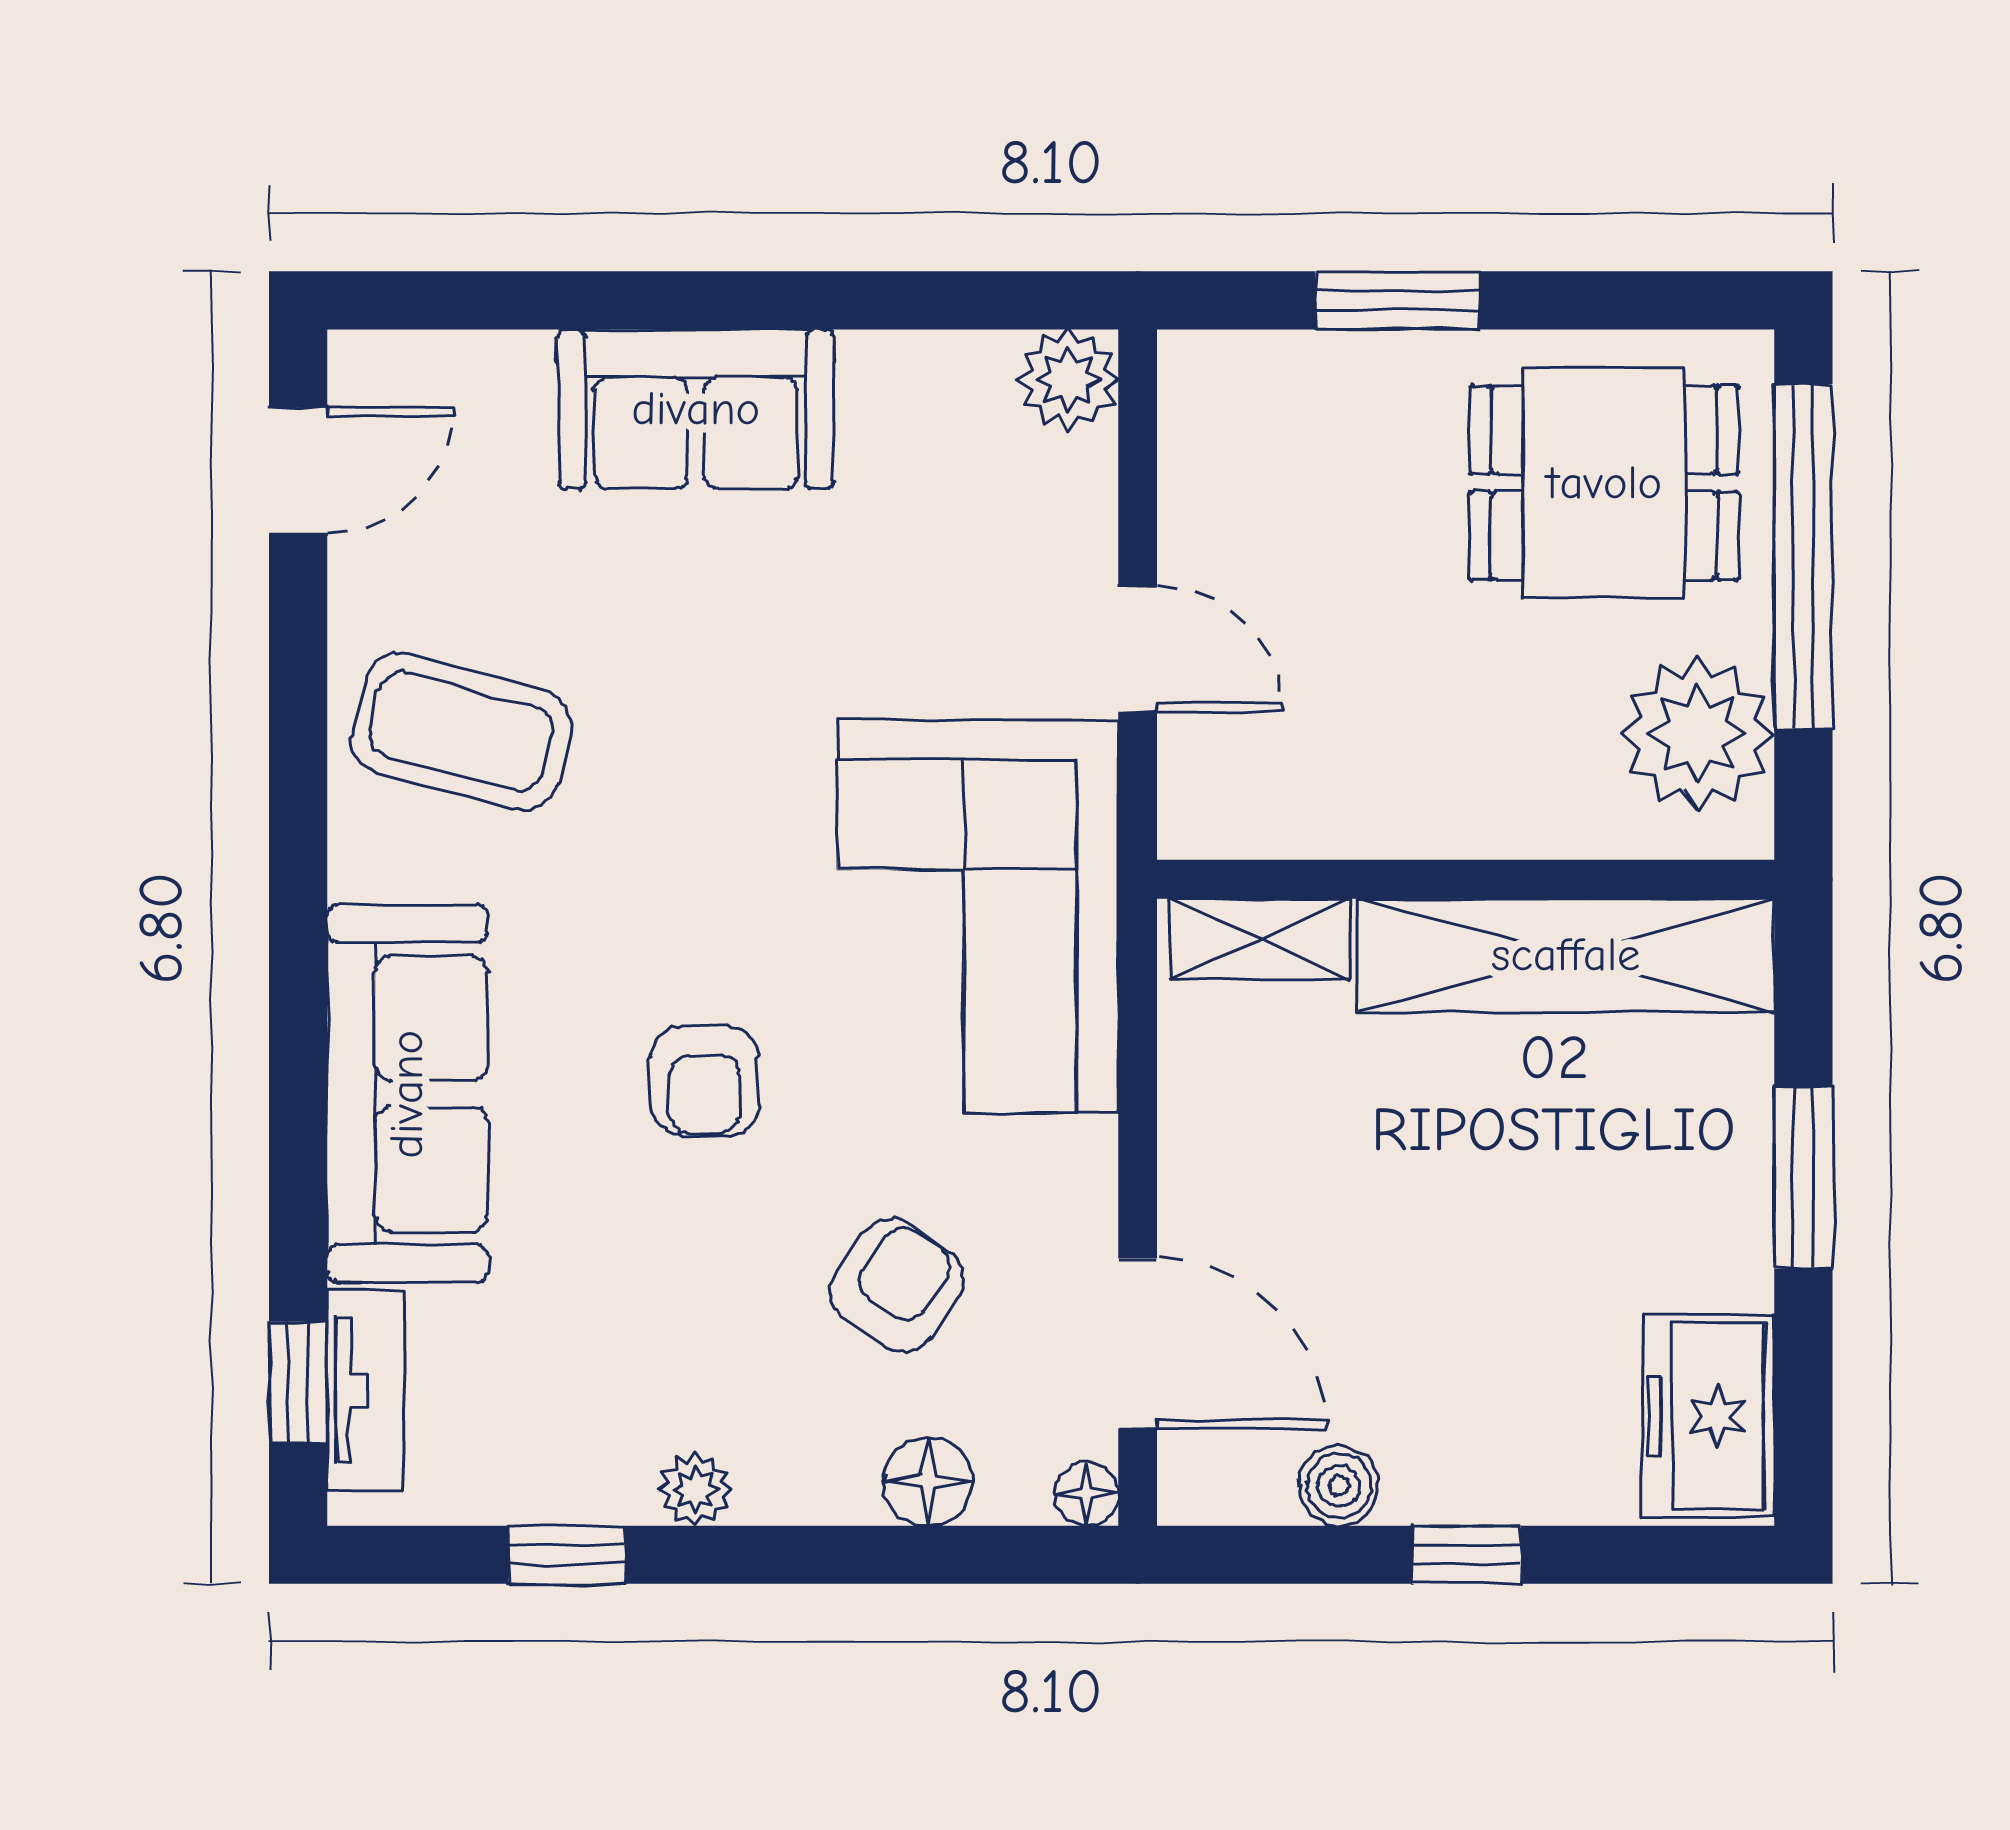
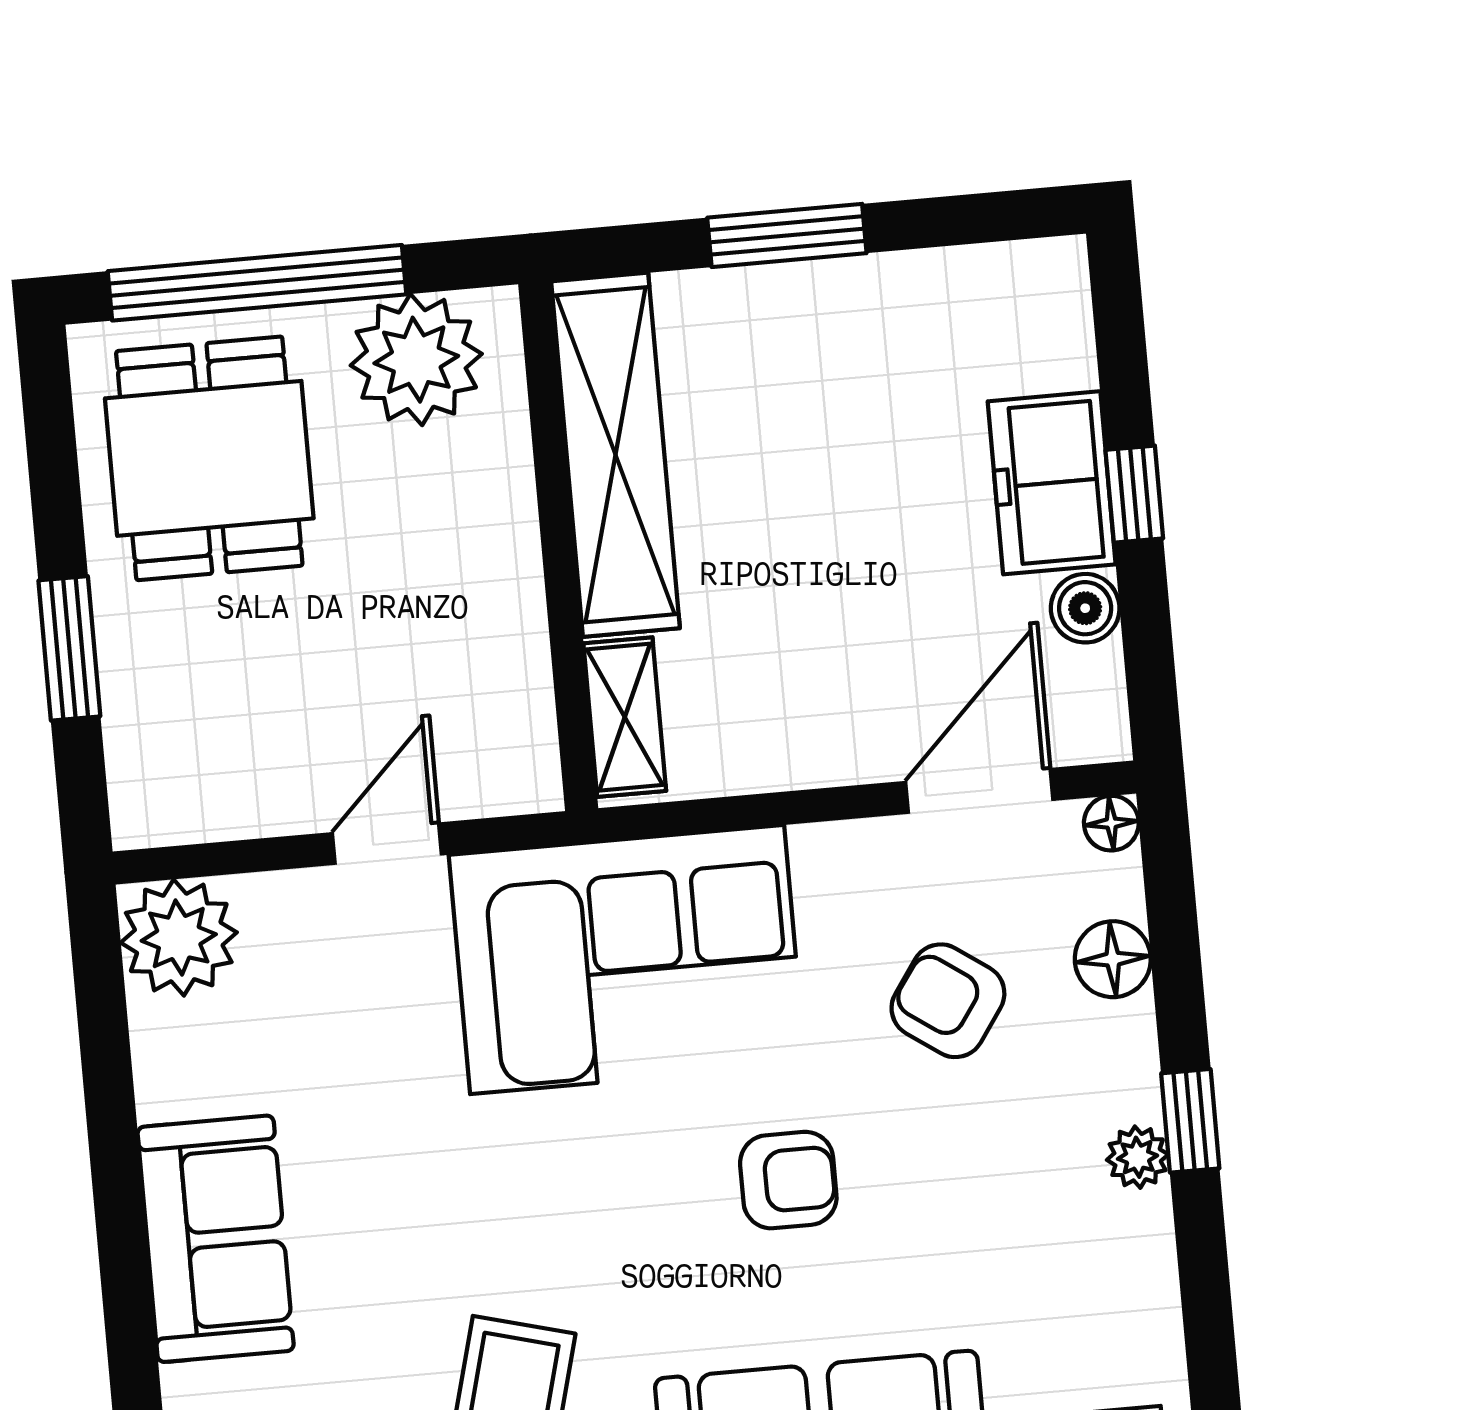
plant: (1068, 379) -> (179, 938), width x1.36, depth x1.36
freezer: (1708, 1416) -> (1052, 483), moved, turned 90
window: (567, 1555) -> (1190, 1121), moved

